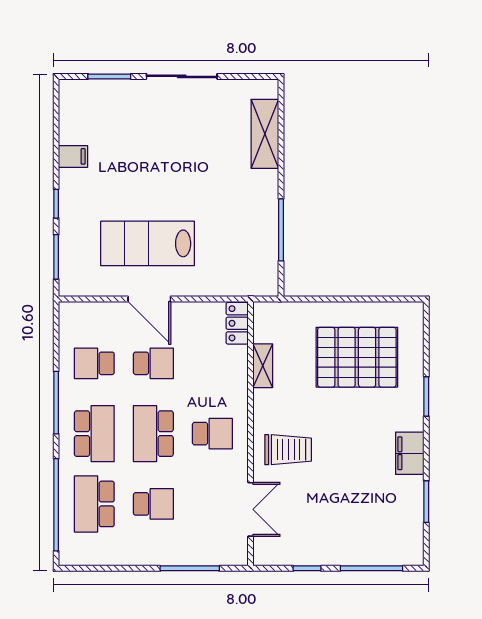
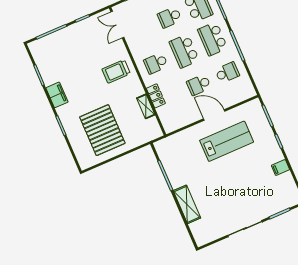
shelving: (265, 134) -> (187, 204), moved
locker: (237, 323) -> (156, 96), moved
pallet: (357, 357) -> (102, 130), turned 90
school desk: (153, 434) -> (184, 51), turned 180
double door: (251, 509) -> (117, 25), moved

